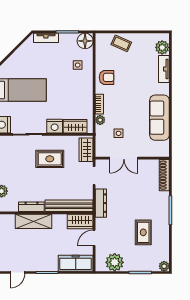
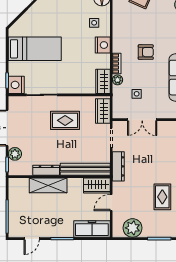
armchair: (107, 77) -> (146, 52), moved
nightstand: (55, 126) -> (103, 45), moved, turned -90
wardrobe: (75, 126) -> (103, 81), moved, turned -90

